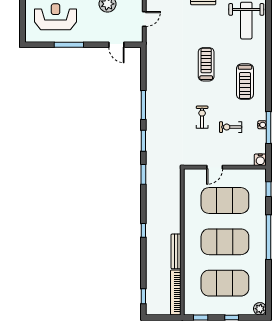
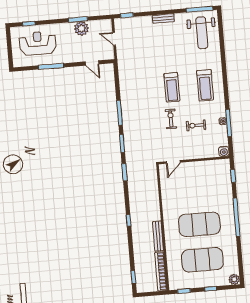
door: (144, 19) -> (114, 39), swing flipped
treadmill: (206, 64) -> (172, 87), moved, turned 180
door: (215, 167) -> (173, 162), moved
exercise mat: (225, 201) -> (196, 189), removed

